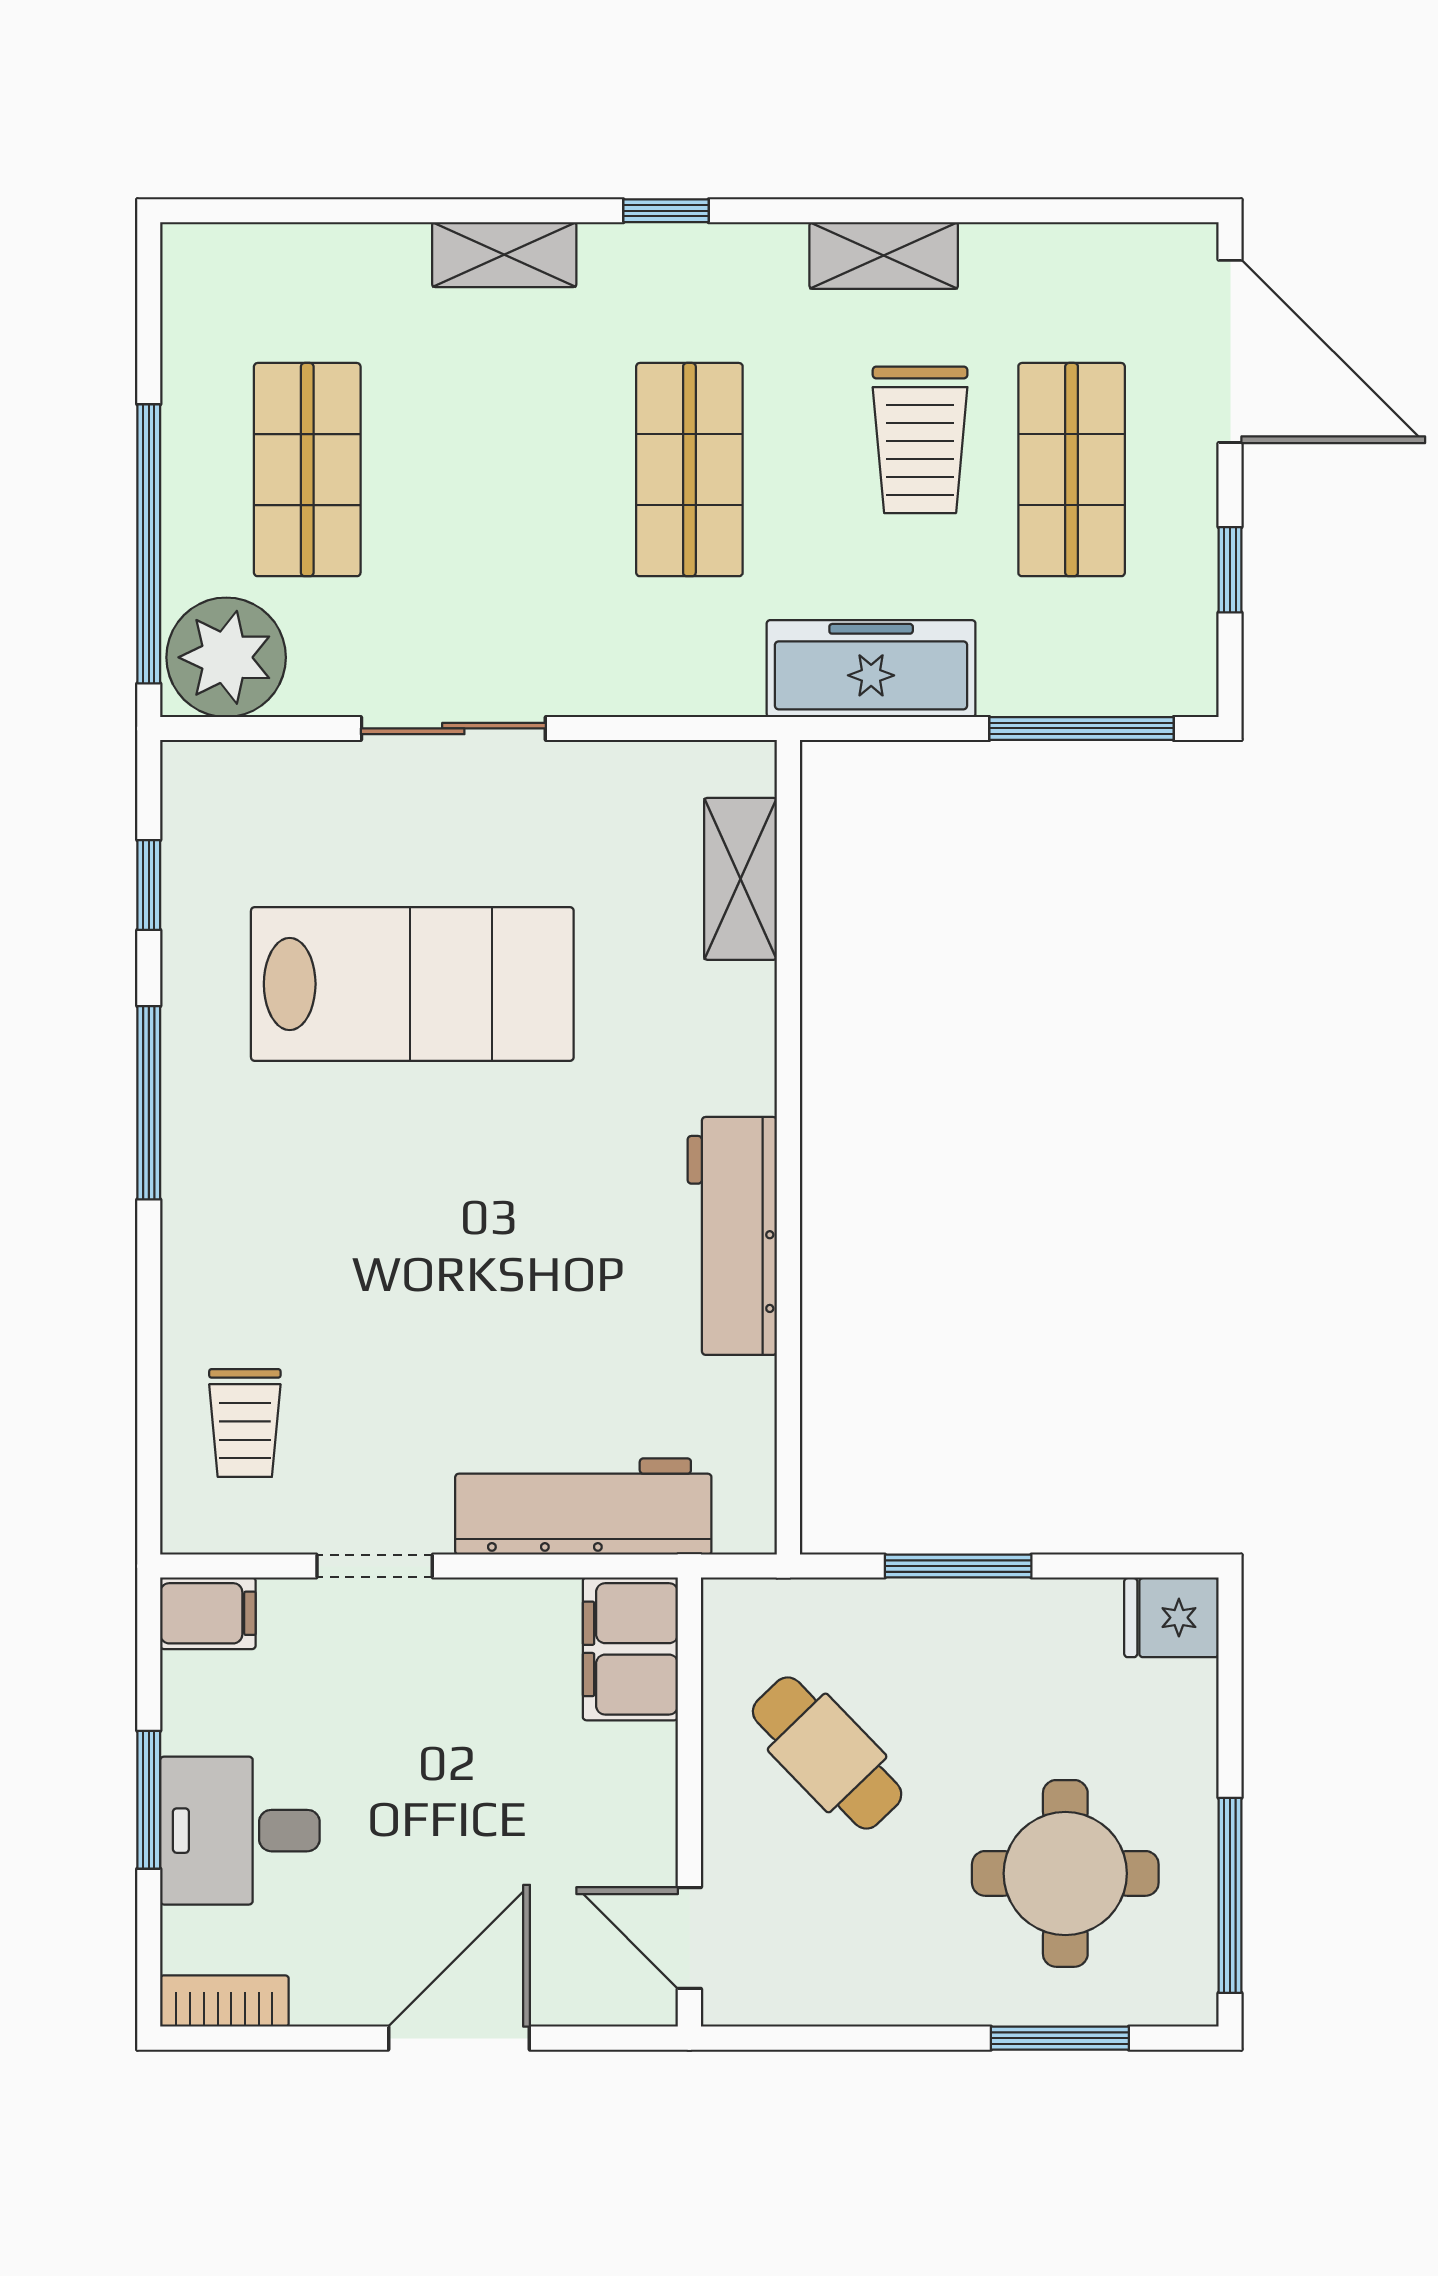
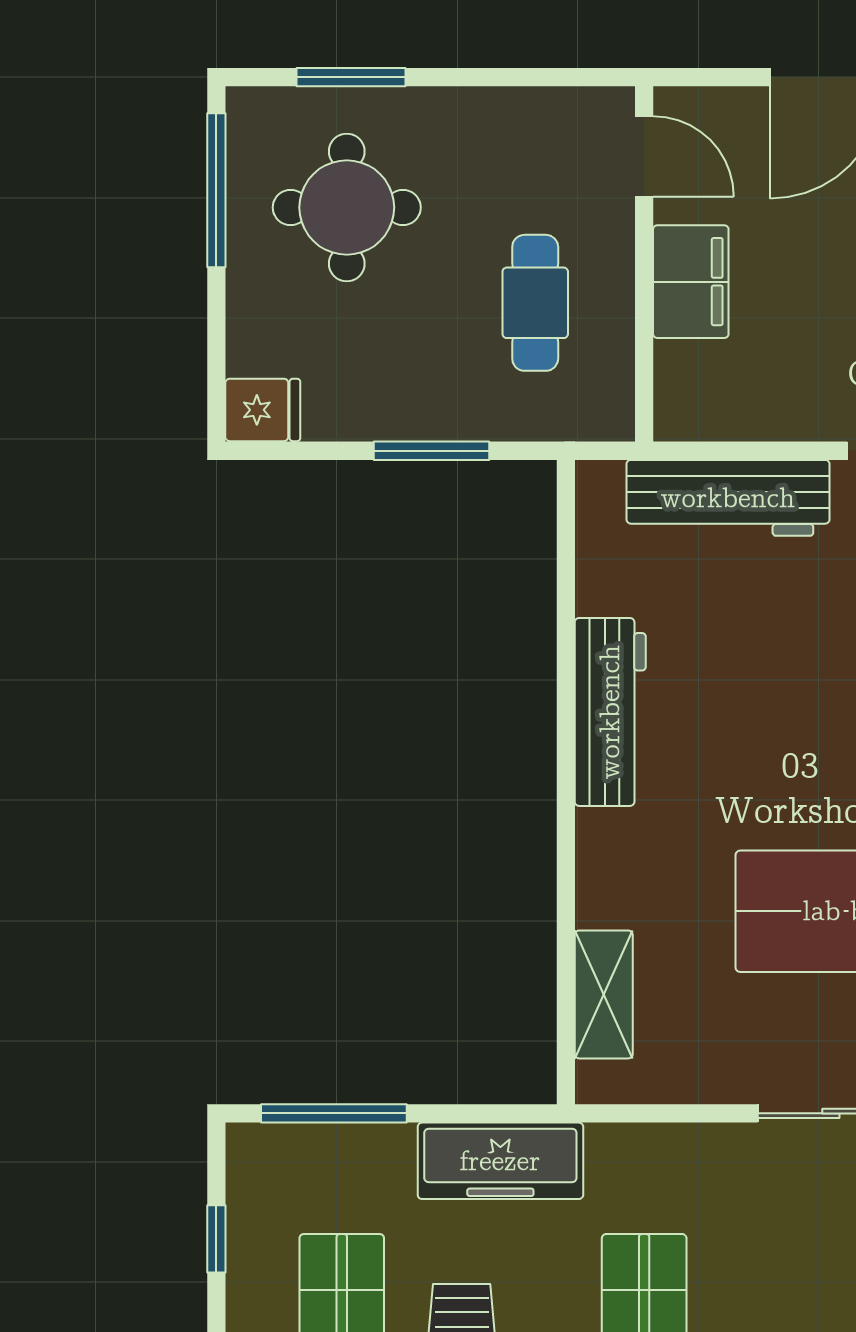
filing cabinet: (630, 1649) -> (691, 282), moved
cafe table: (827, 1753) -> (535, 303), turned 44

